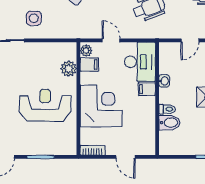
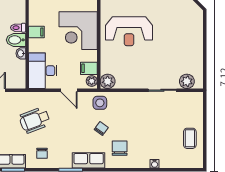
side table: (34, 18) -> (100, 103), moved
plant: (69, 69) -> (108, 81), moved
filing cabinet: (147, 89) -> (36, 32), moved
bidet: (169, 123) -> (16, 40), moved

